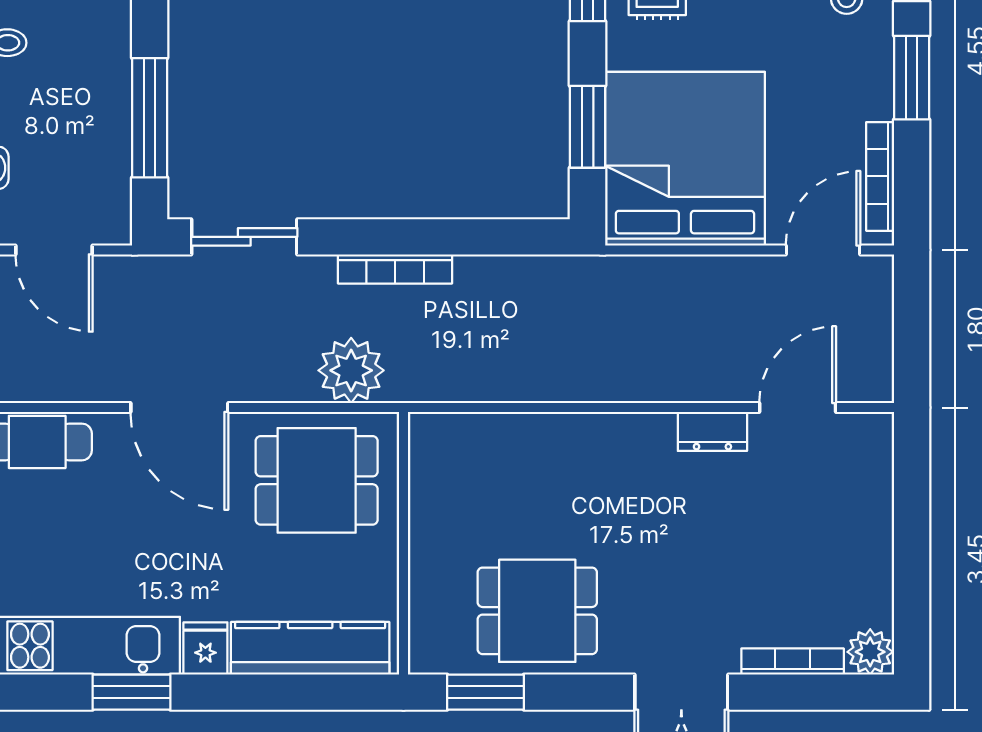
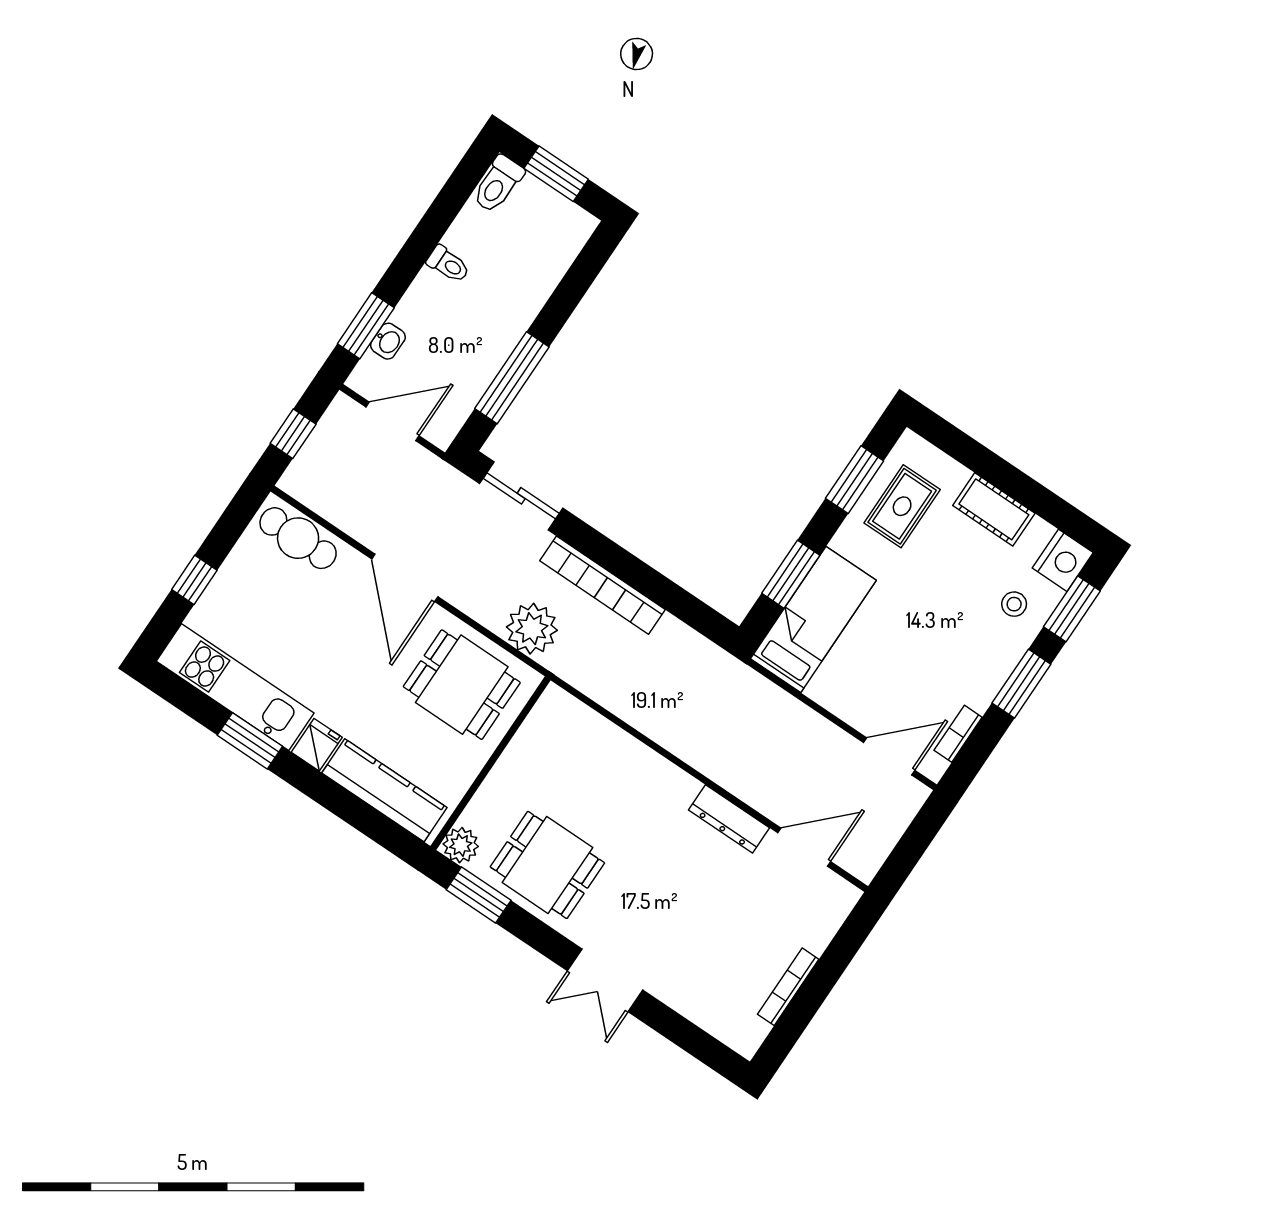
bed: (685, 159) -> (813, 620), width x0.49
bookcase: (880, 176) -> (958, 734), width x0.64
door: (54, 250) -> (393, 421), swing flipped
bookcase: (395, 269) -> (602, 585), width x1.48, depth x1.31
dresser: (712, 431) -> (729, 819), width x1.44
plant: (870, 652) -> (461, 845), moved
bookcase: (793, 662) -> (788, 987), moved, turned -90

